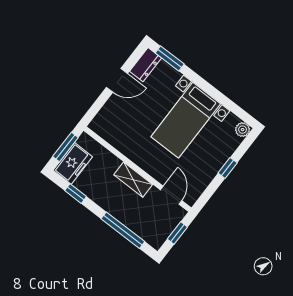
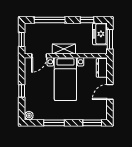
dresser: (145, 65) -> (102, 68), moved
window: (218, 96) -> (54, 123), added
bed with nightstands: (186, 120) -> (65, 79), moved, turned 180
door: (171, 195) -> (39, 56), hinge flipped

